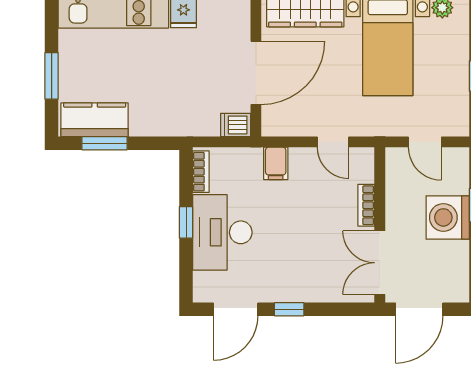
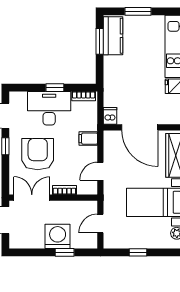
armchair: (303, 252) -> (38, 154), added

